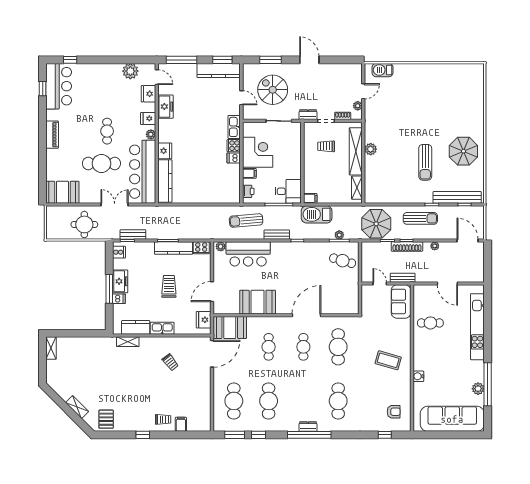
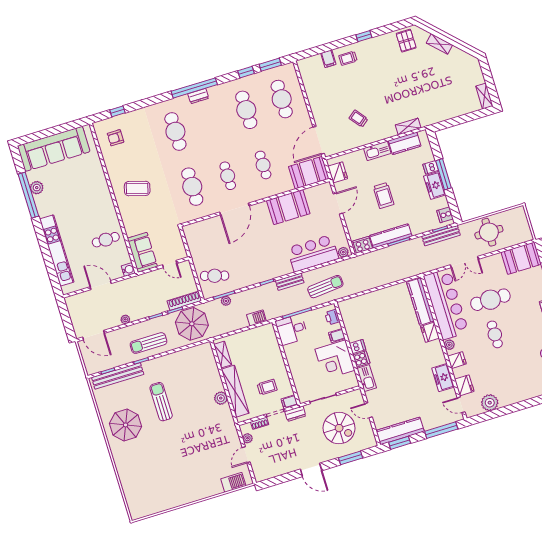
filing cabinet: (310, 198) -> (289, 402), moved
barbecue: (317, 214) -> (256, 318), width x0.53, depth x0.65
bench: (133, 235) -> (441, 236), width x1.36
shoe rack: (407, 247) -> (184, 301), moved
bench: (403, 278) -> (148, 277), removed
water cooler: (418, 376) -> (128, 270), moved

